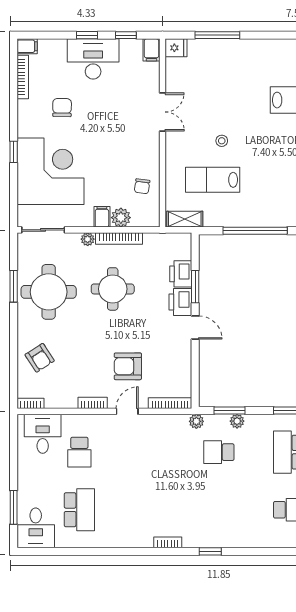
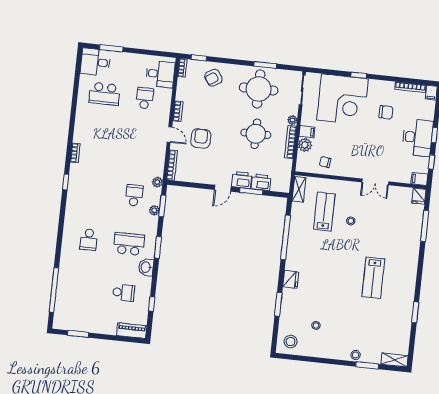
window: (14, 382) -> (199, 58), added
school desk: (79, 452) -> (145, 98), turned 90

